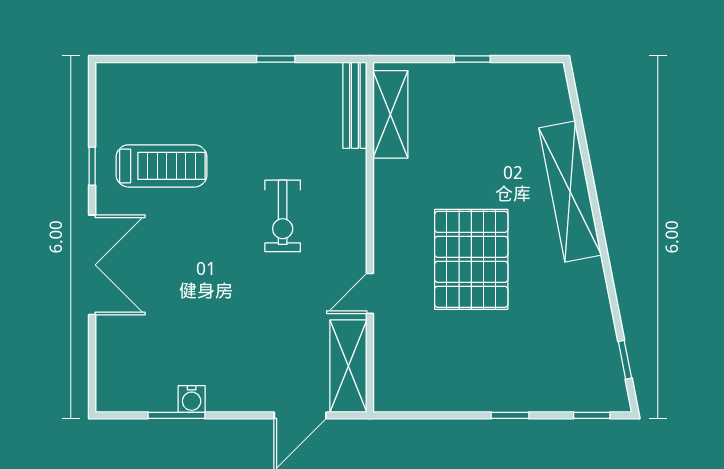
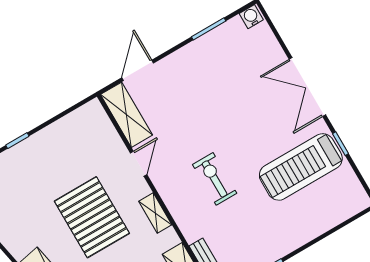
treadmill: (161, 166) -> (301, 167), width x1.37, depth x1.38
shelving: (386, 217) -> (155, 213), added
water cooler: (192, 399) -> (251, 17), moved

